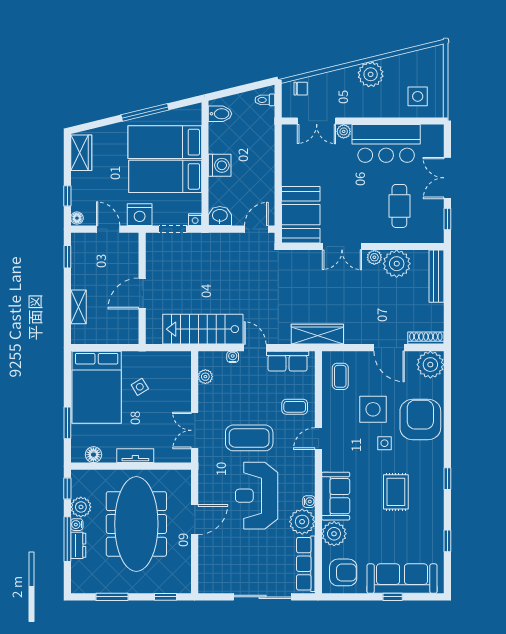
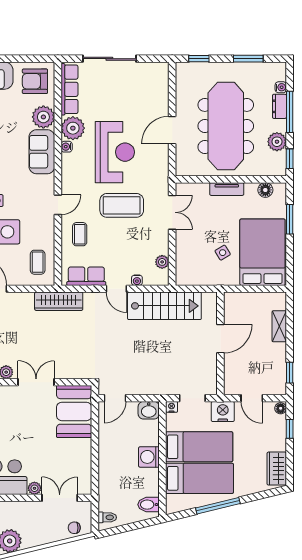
coffee table: (295, 407) -> (80, 234), turned 90
water cooler: (77, 525) -> (281, 87), moved

